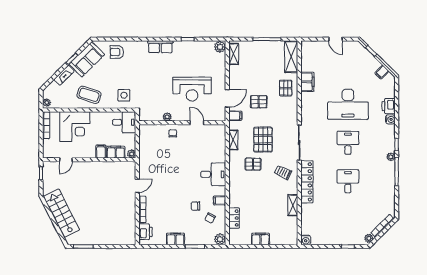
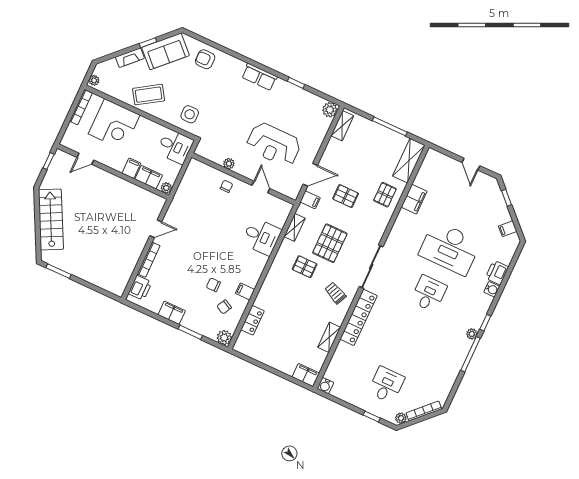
coffee table: (89, 95) -> (149, 95), turned -51
desk: (213, 174) -> (261, 237), moved
desk: (348, 181) -> (386, 385), moved
filing cabinet: (260, 239) -> (306, 375), moved

